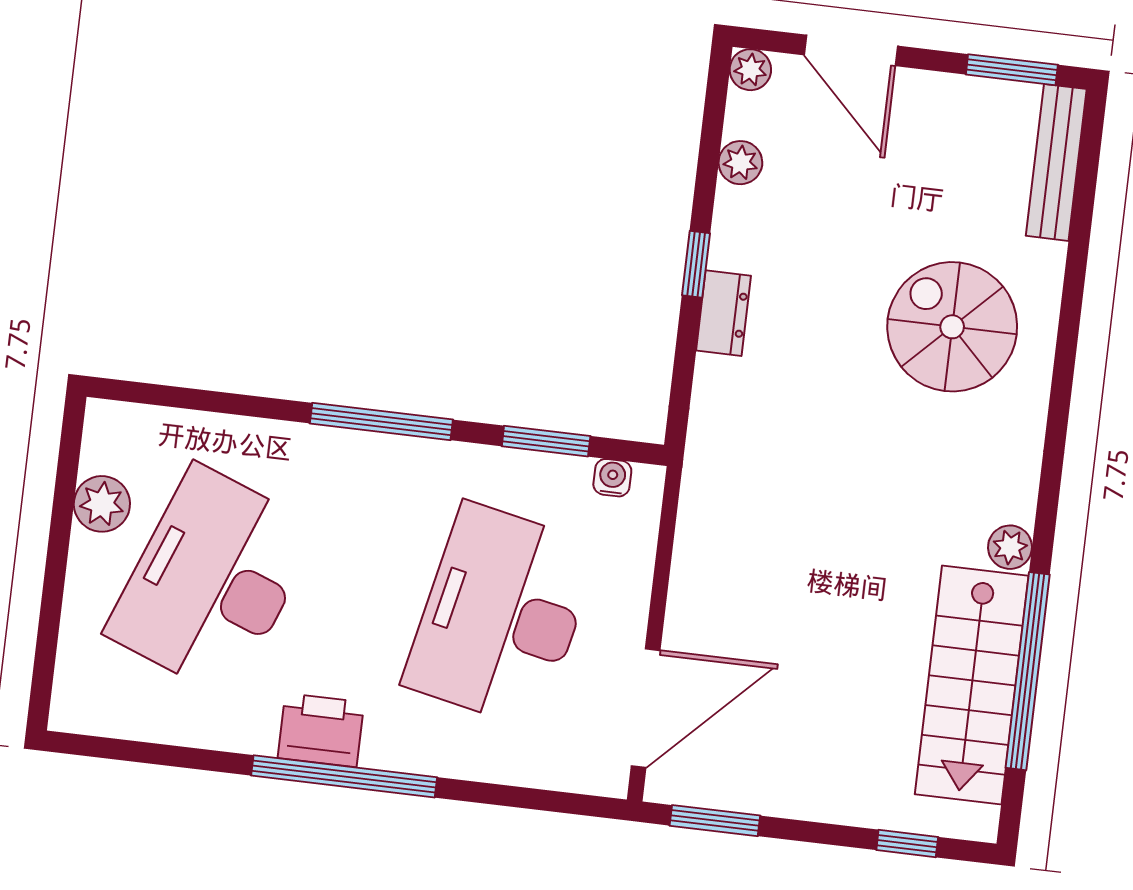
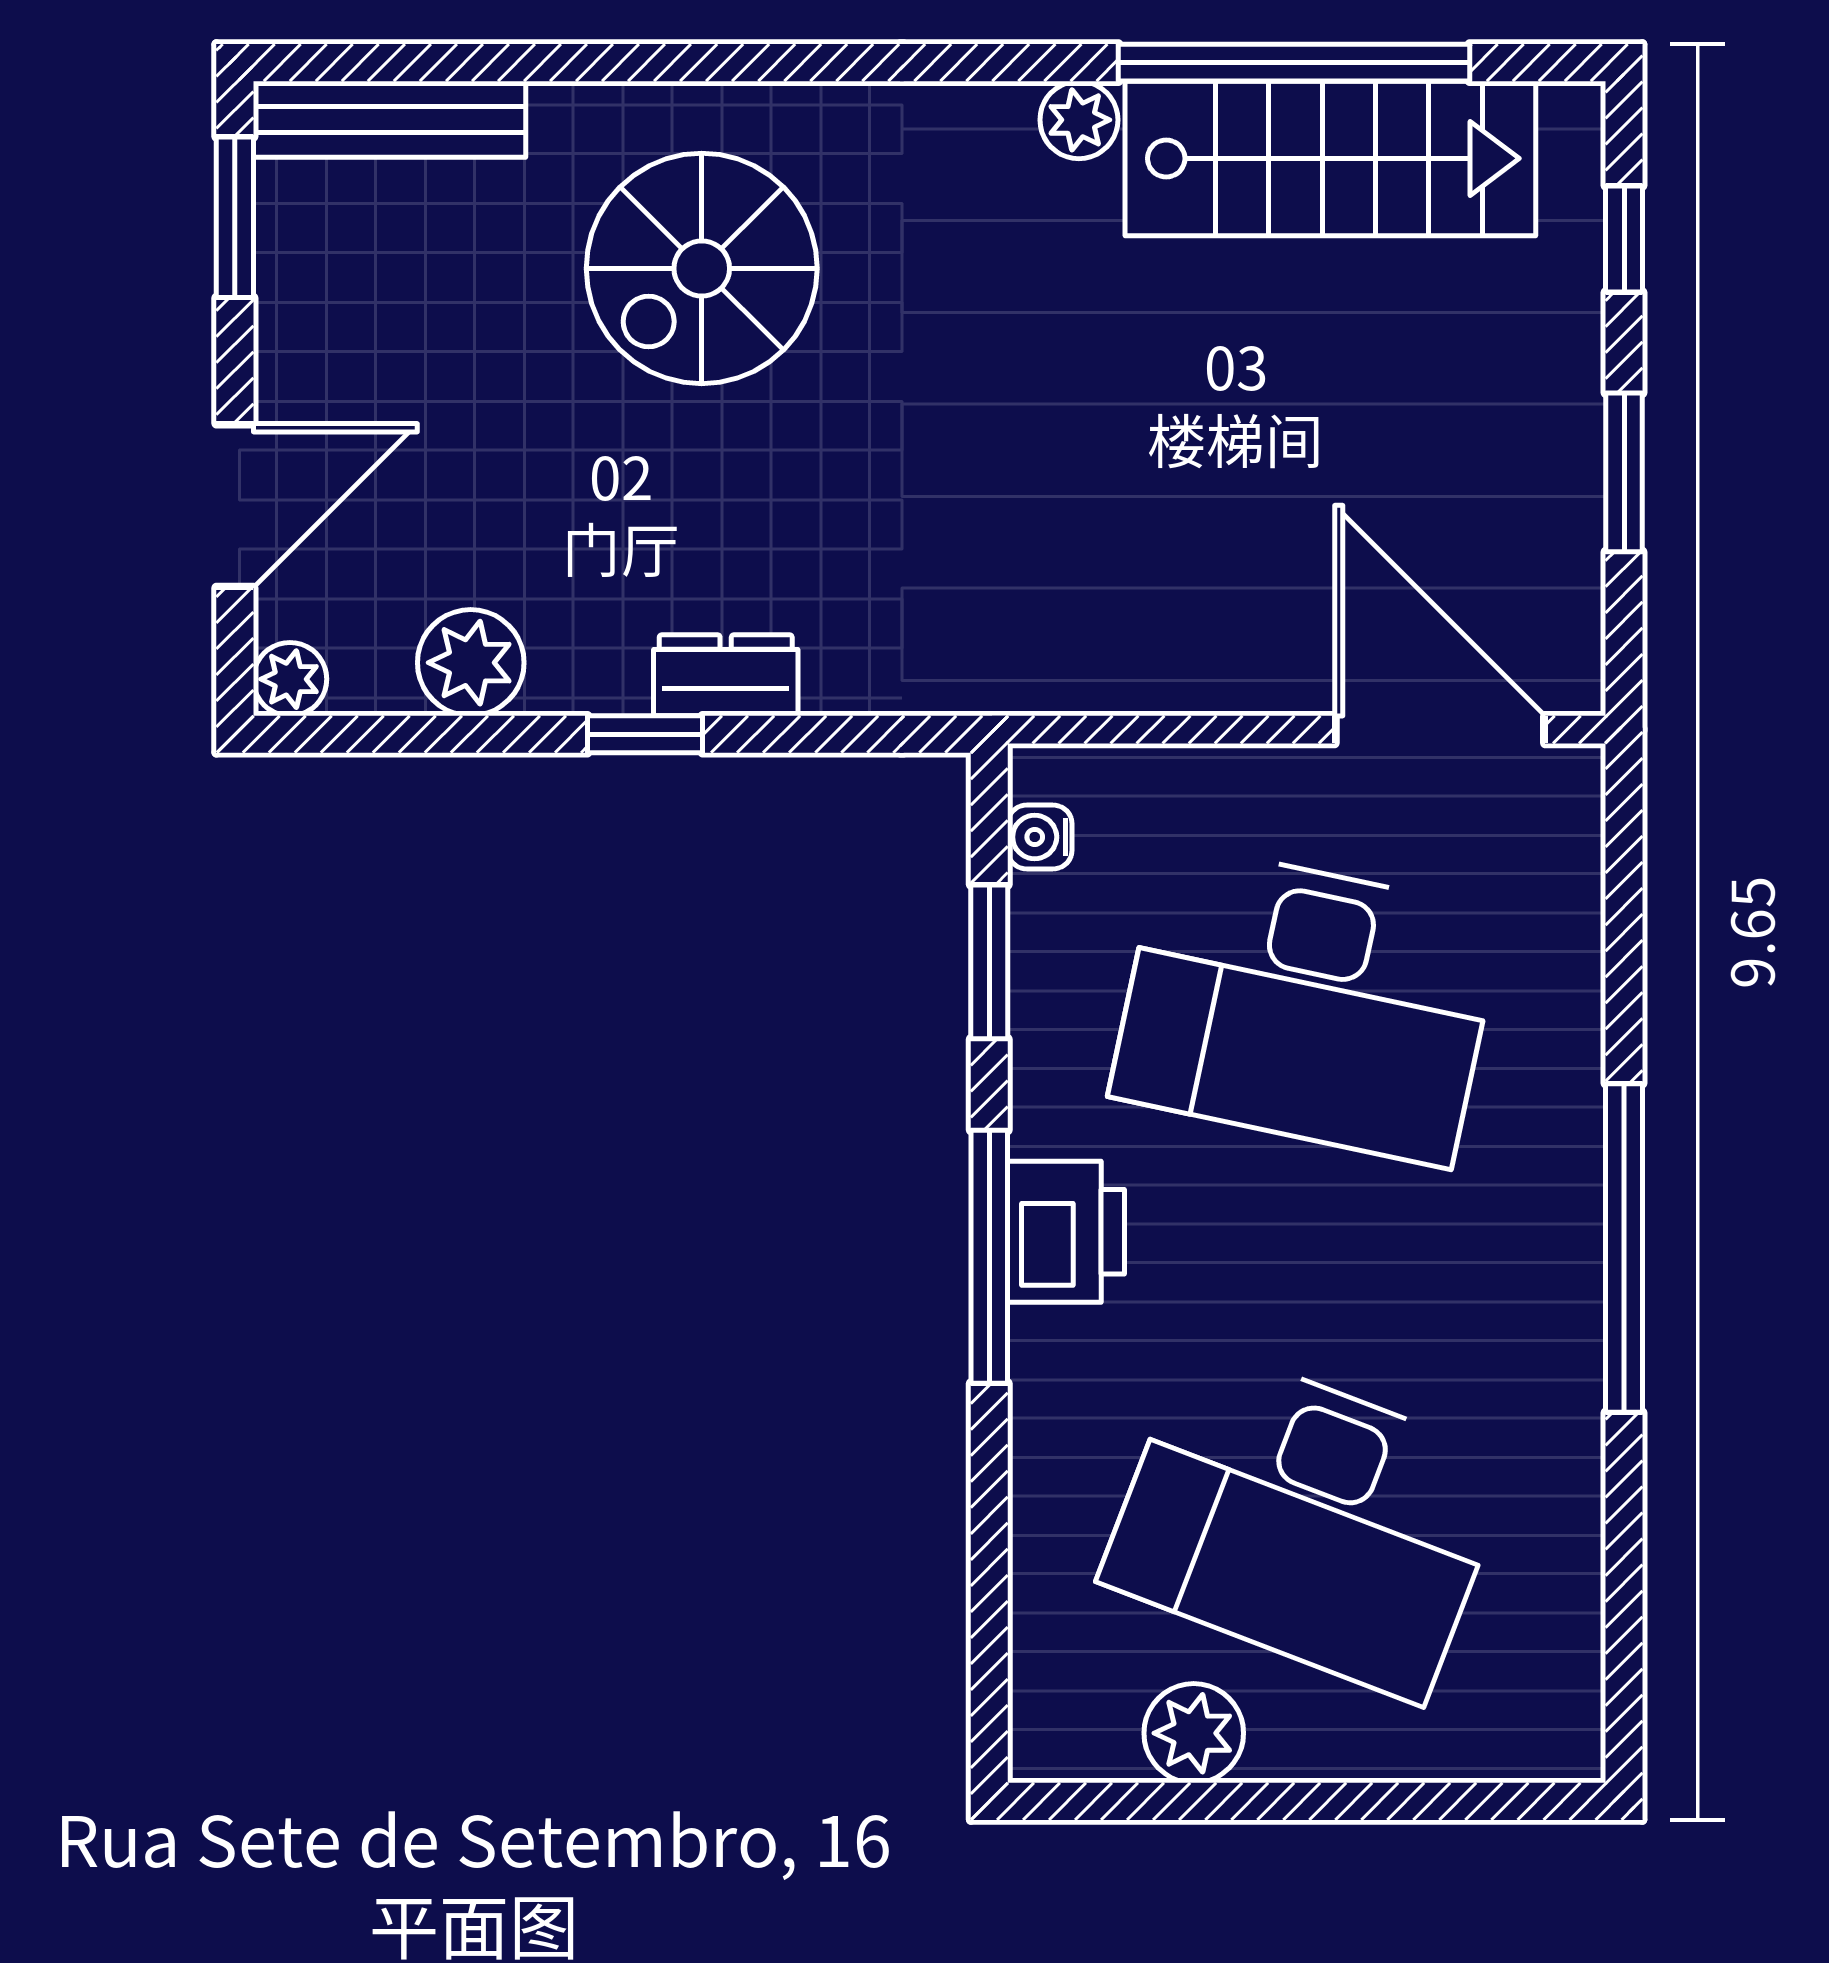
plant: (740, 163) -> (471, 663), width x1.38, depth x1.38
printer: (321, 730) -> (1066, 1232), moved, turned 180
window: (715, 821) -> (1624, 472), moved

